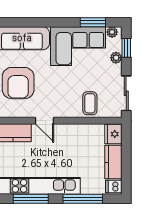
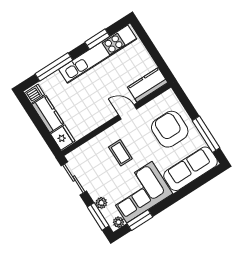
window: (126, 48) -> (98, 216), width x1.50
coffee table: (90, 103) -> (120, 153), moved
window: (31, 199) -> (97, 39), width x0.69

